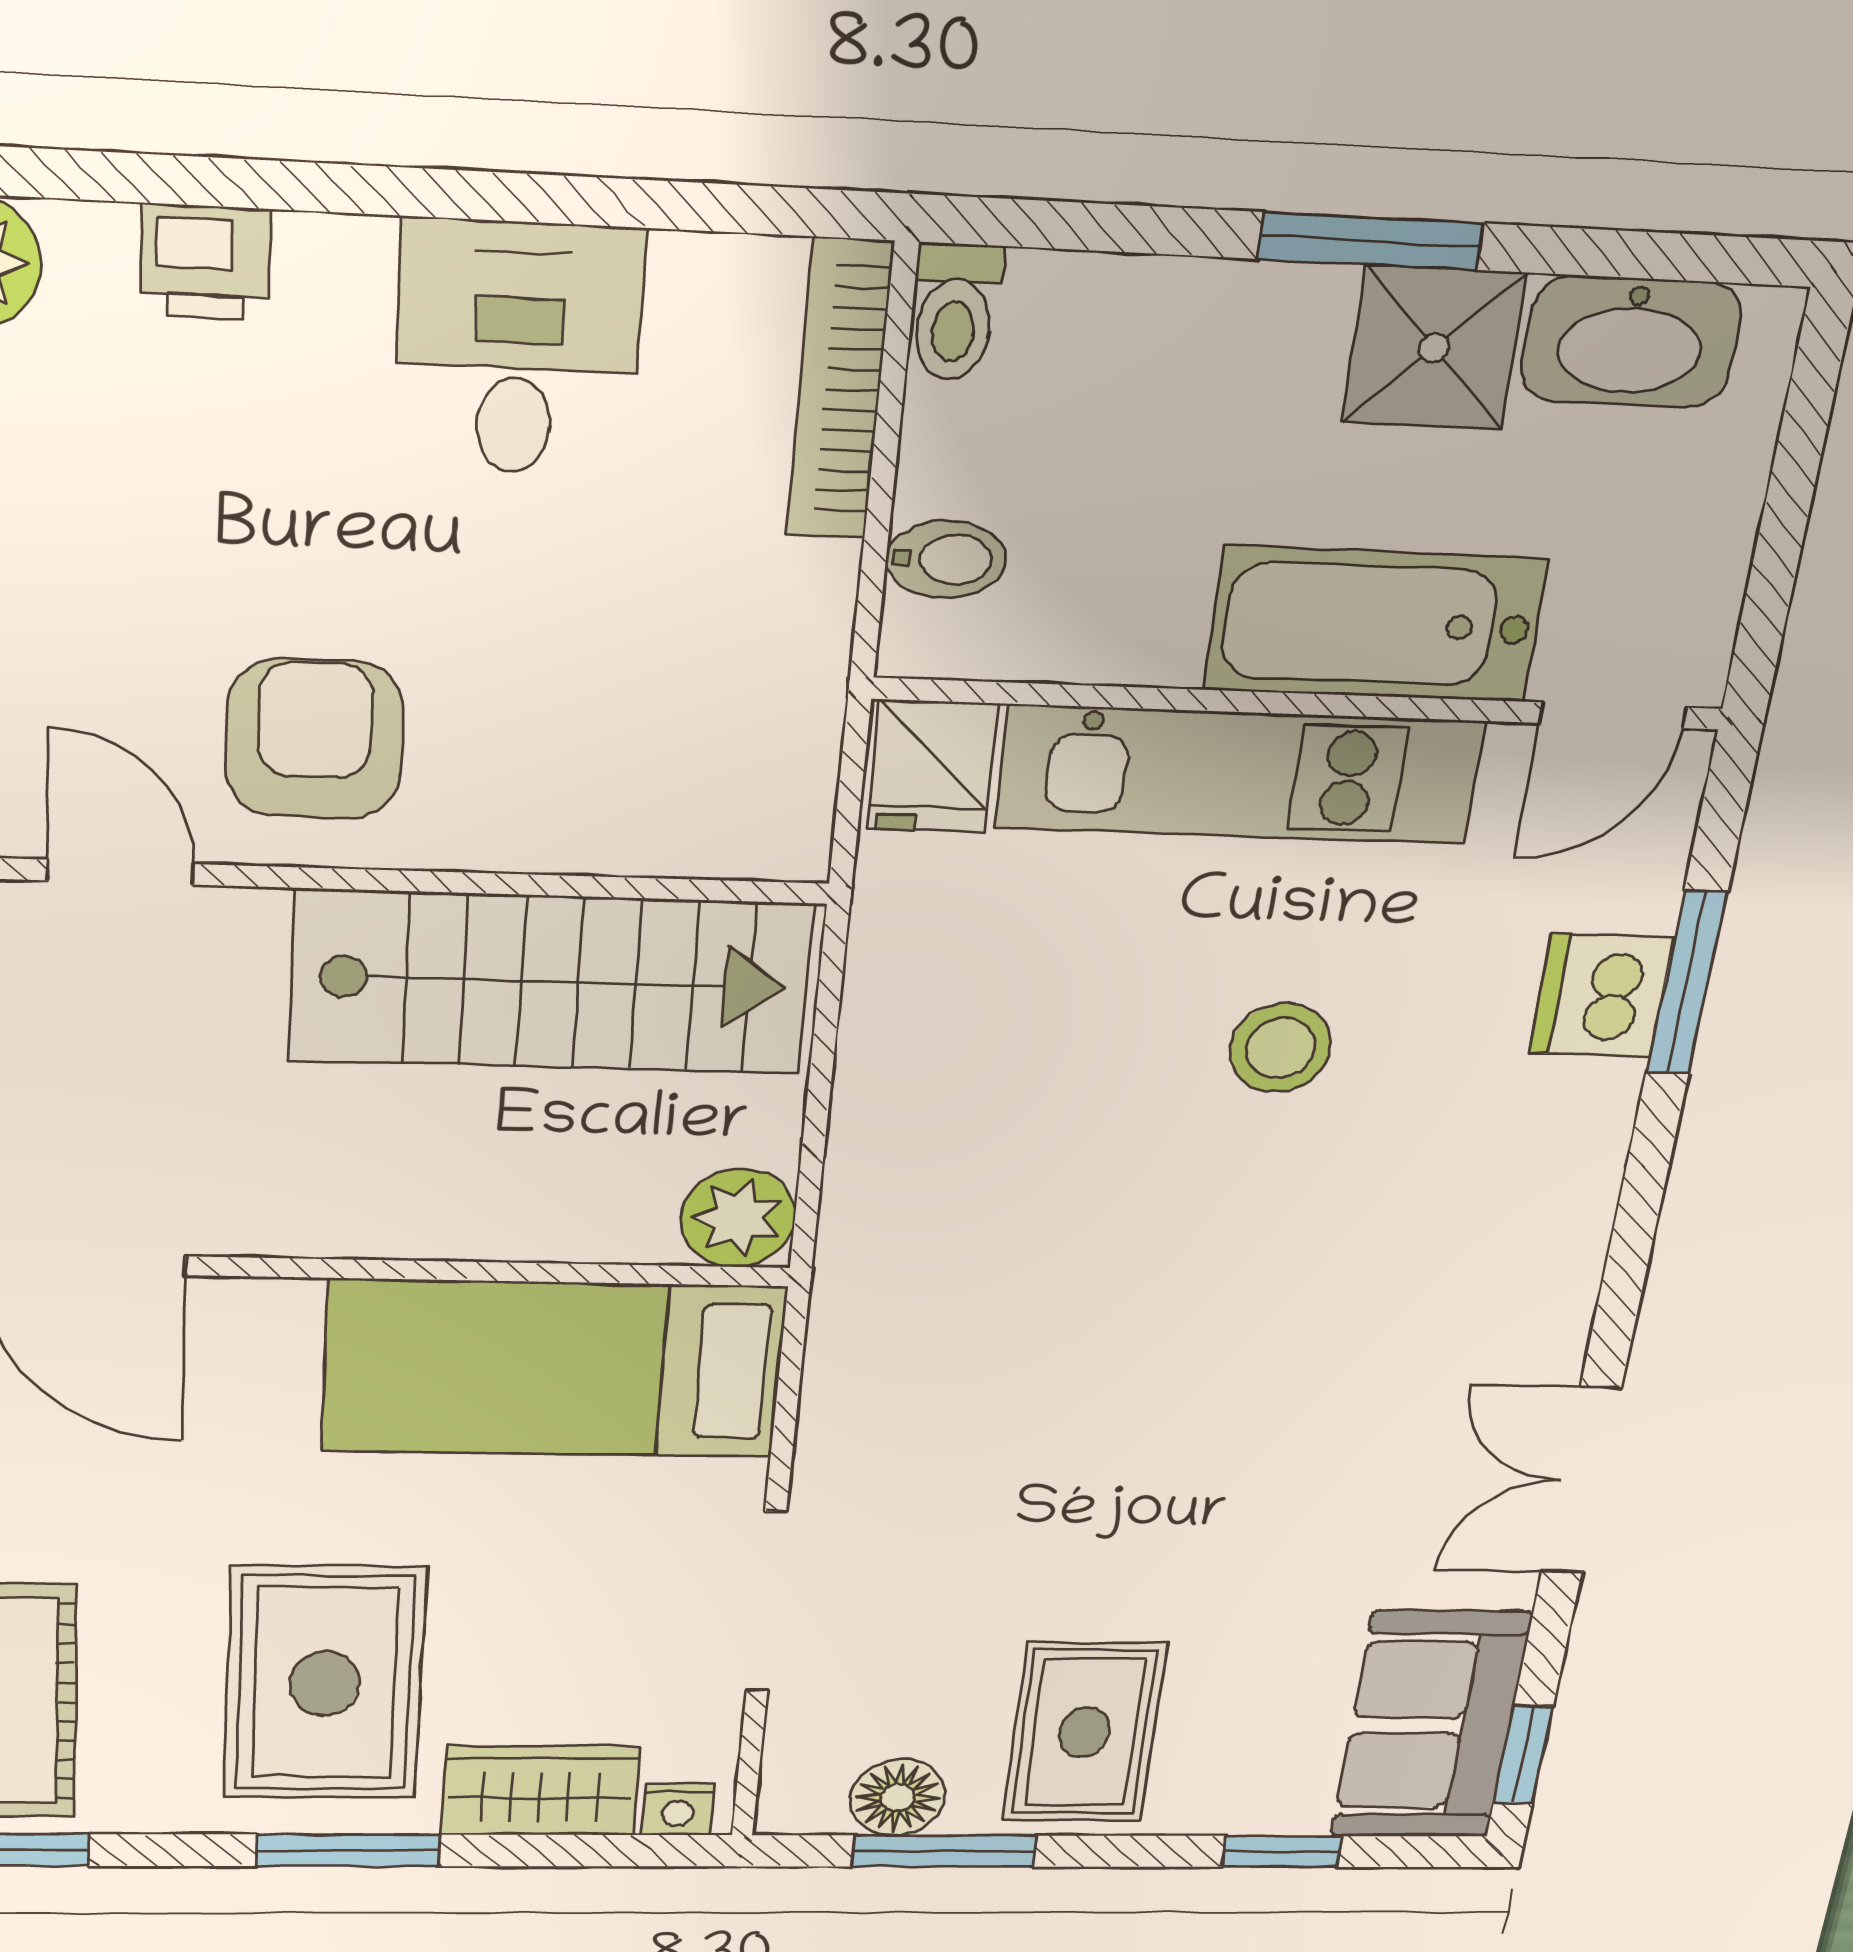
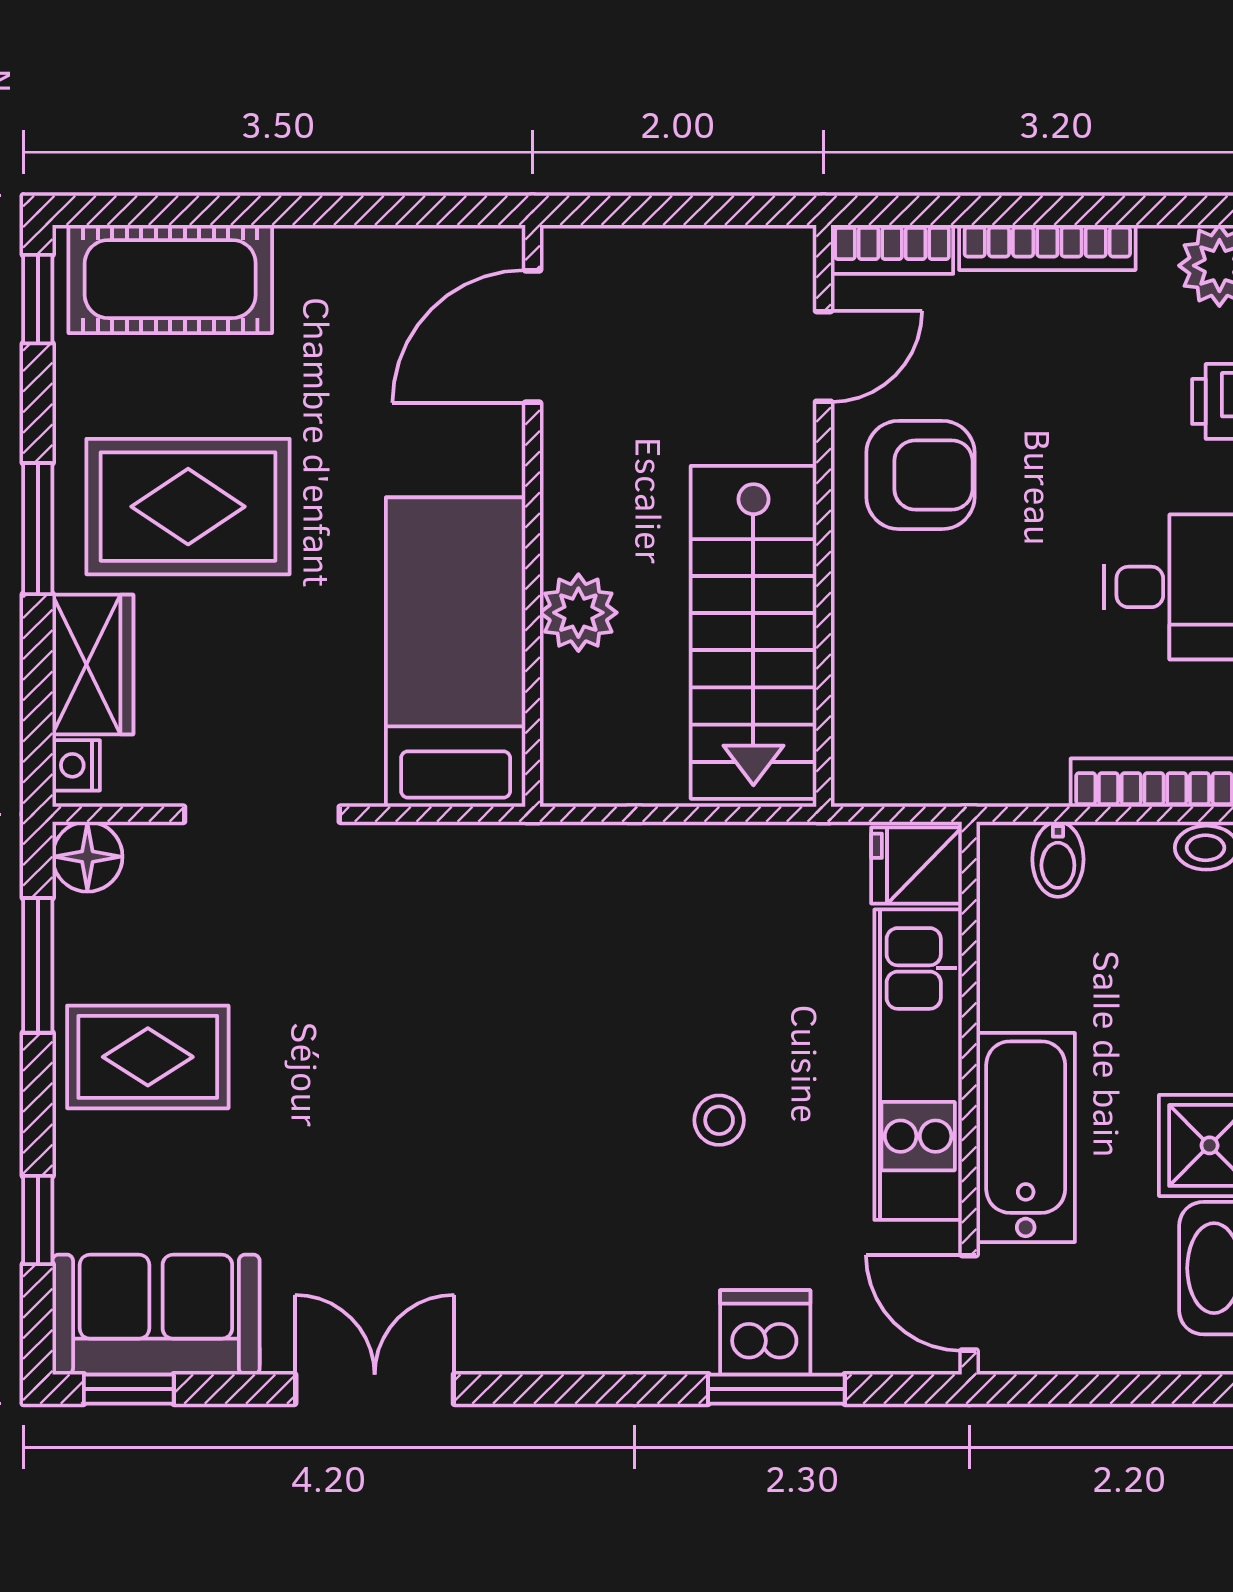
stool: (1280, 1048) -> (719, 1120), width x0.73, depth x0.73
plant: (738, 1218) -> (578, 613), moved
floor lamp: (898, 1798) -> (87, 857), moved

